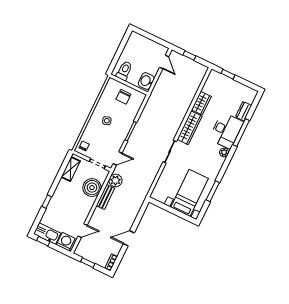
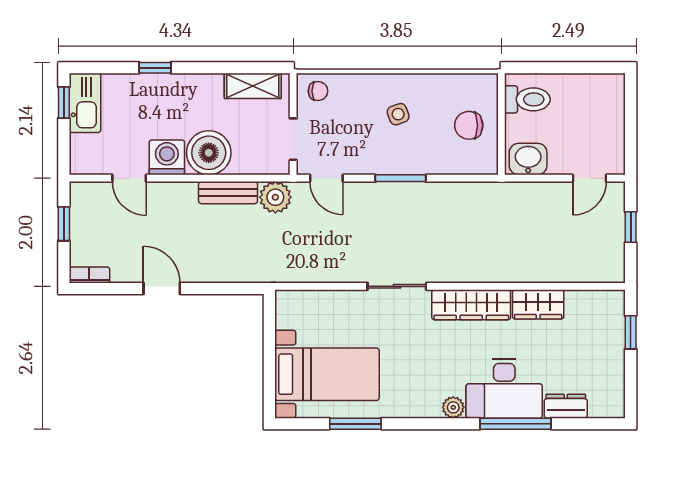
boiler: (92, 188) -> (209, 153), moved
washing machine: (66, 242) -> (167, 157), moved, turned -90

